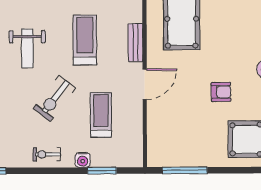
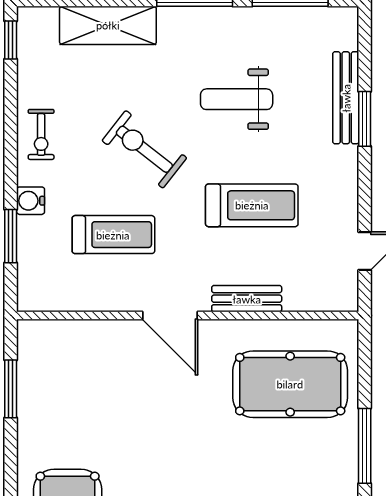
armchair: (221, 92) -> (155, 456), removed
exercise bike: (47, 154) -> (41, 134), turned 180
window: (185, 170) -> (11, 389), width x0.69

